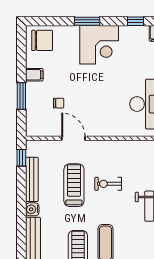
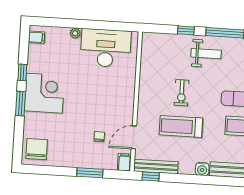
window: (136, 21) -> (22, 72), moved
filing cabinet: (34, 75) -> (124, 162), moved
door: (73, 138) -> (134, 137), moved
bench: (32, 179) -> (156, 167), moved

